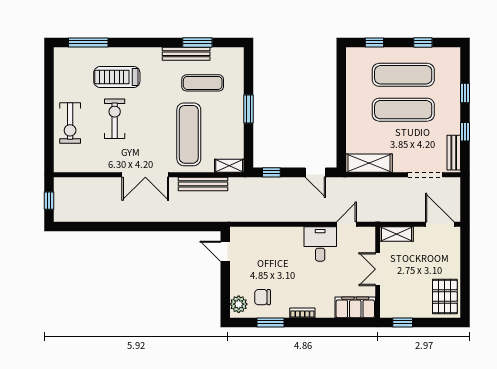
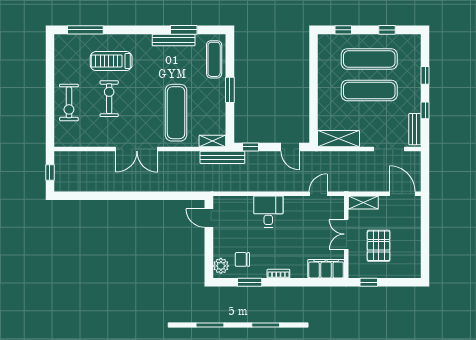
exercise mat: (203, 83) -> (214, 59), moved, turned 90
bench: (203, 184) -> (222, 157), moved
desk: (320, 244) -> (268, 211), moved
pallet: (445, 297) -> (379, 246), moved

